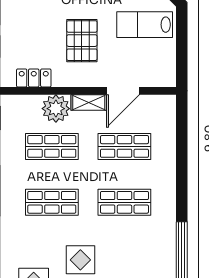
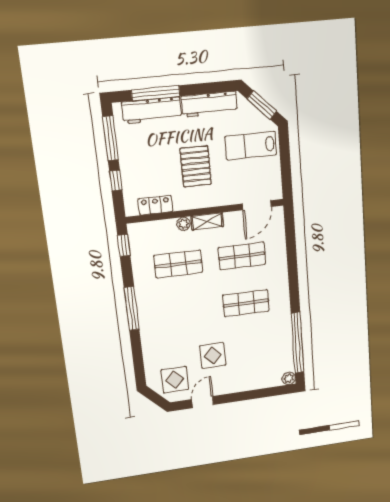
door: (123, 91) -> (257, 205), moved
plant: (56, 109) -> (184, 224), width x0.53, depth x0.53
shop shelf: (52, 202) -> (183, 312), removed

